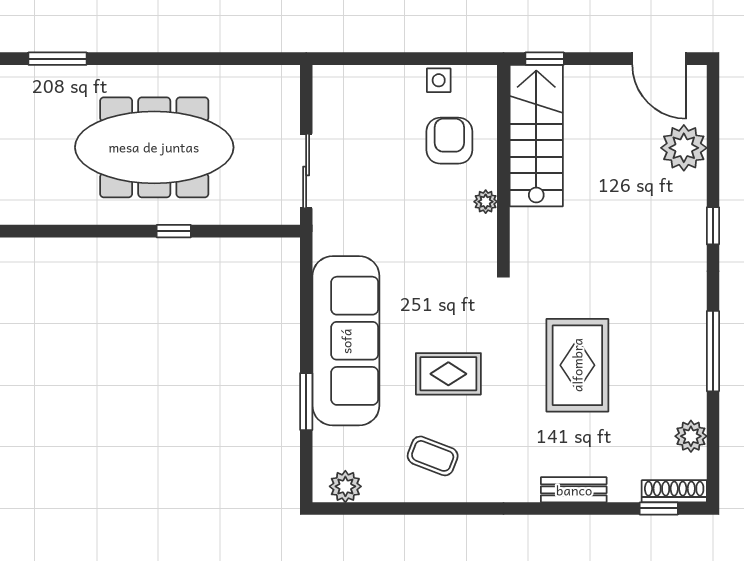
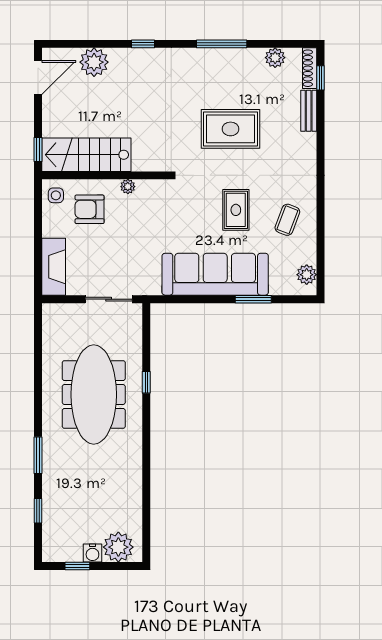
side table: (439, 80) -> (56, 195), moved
fireplace: (358, 83) -> (54, 267), added
bench: (574, 490) -> (309, 111), moved

